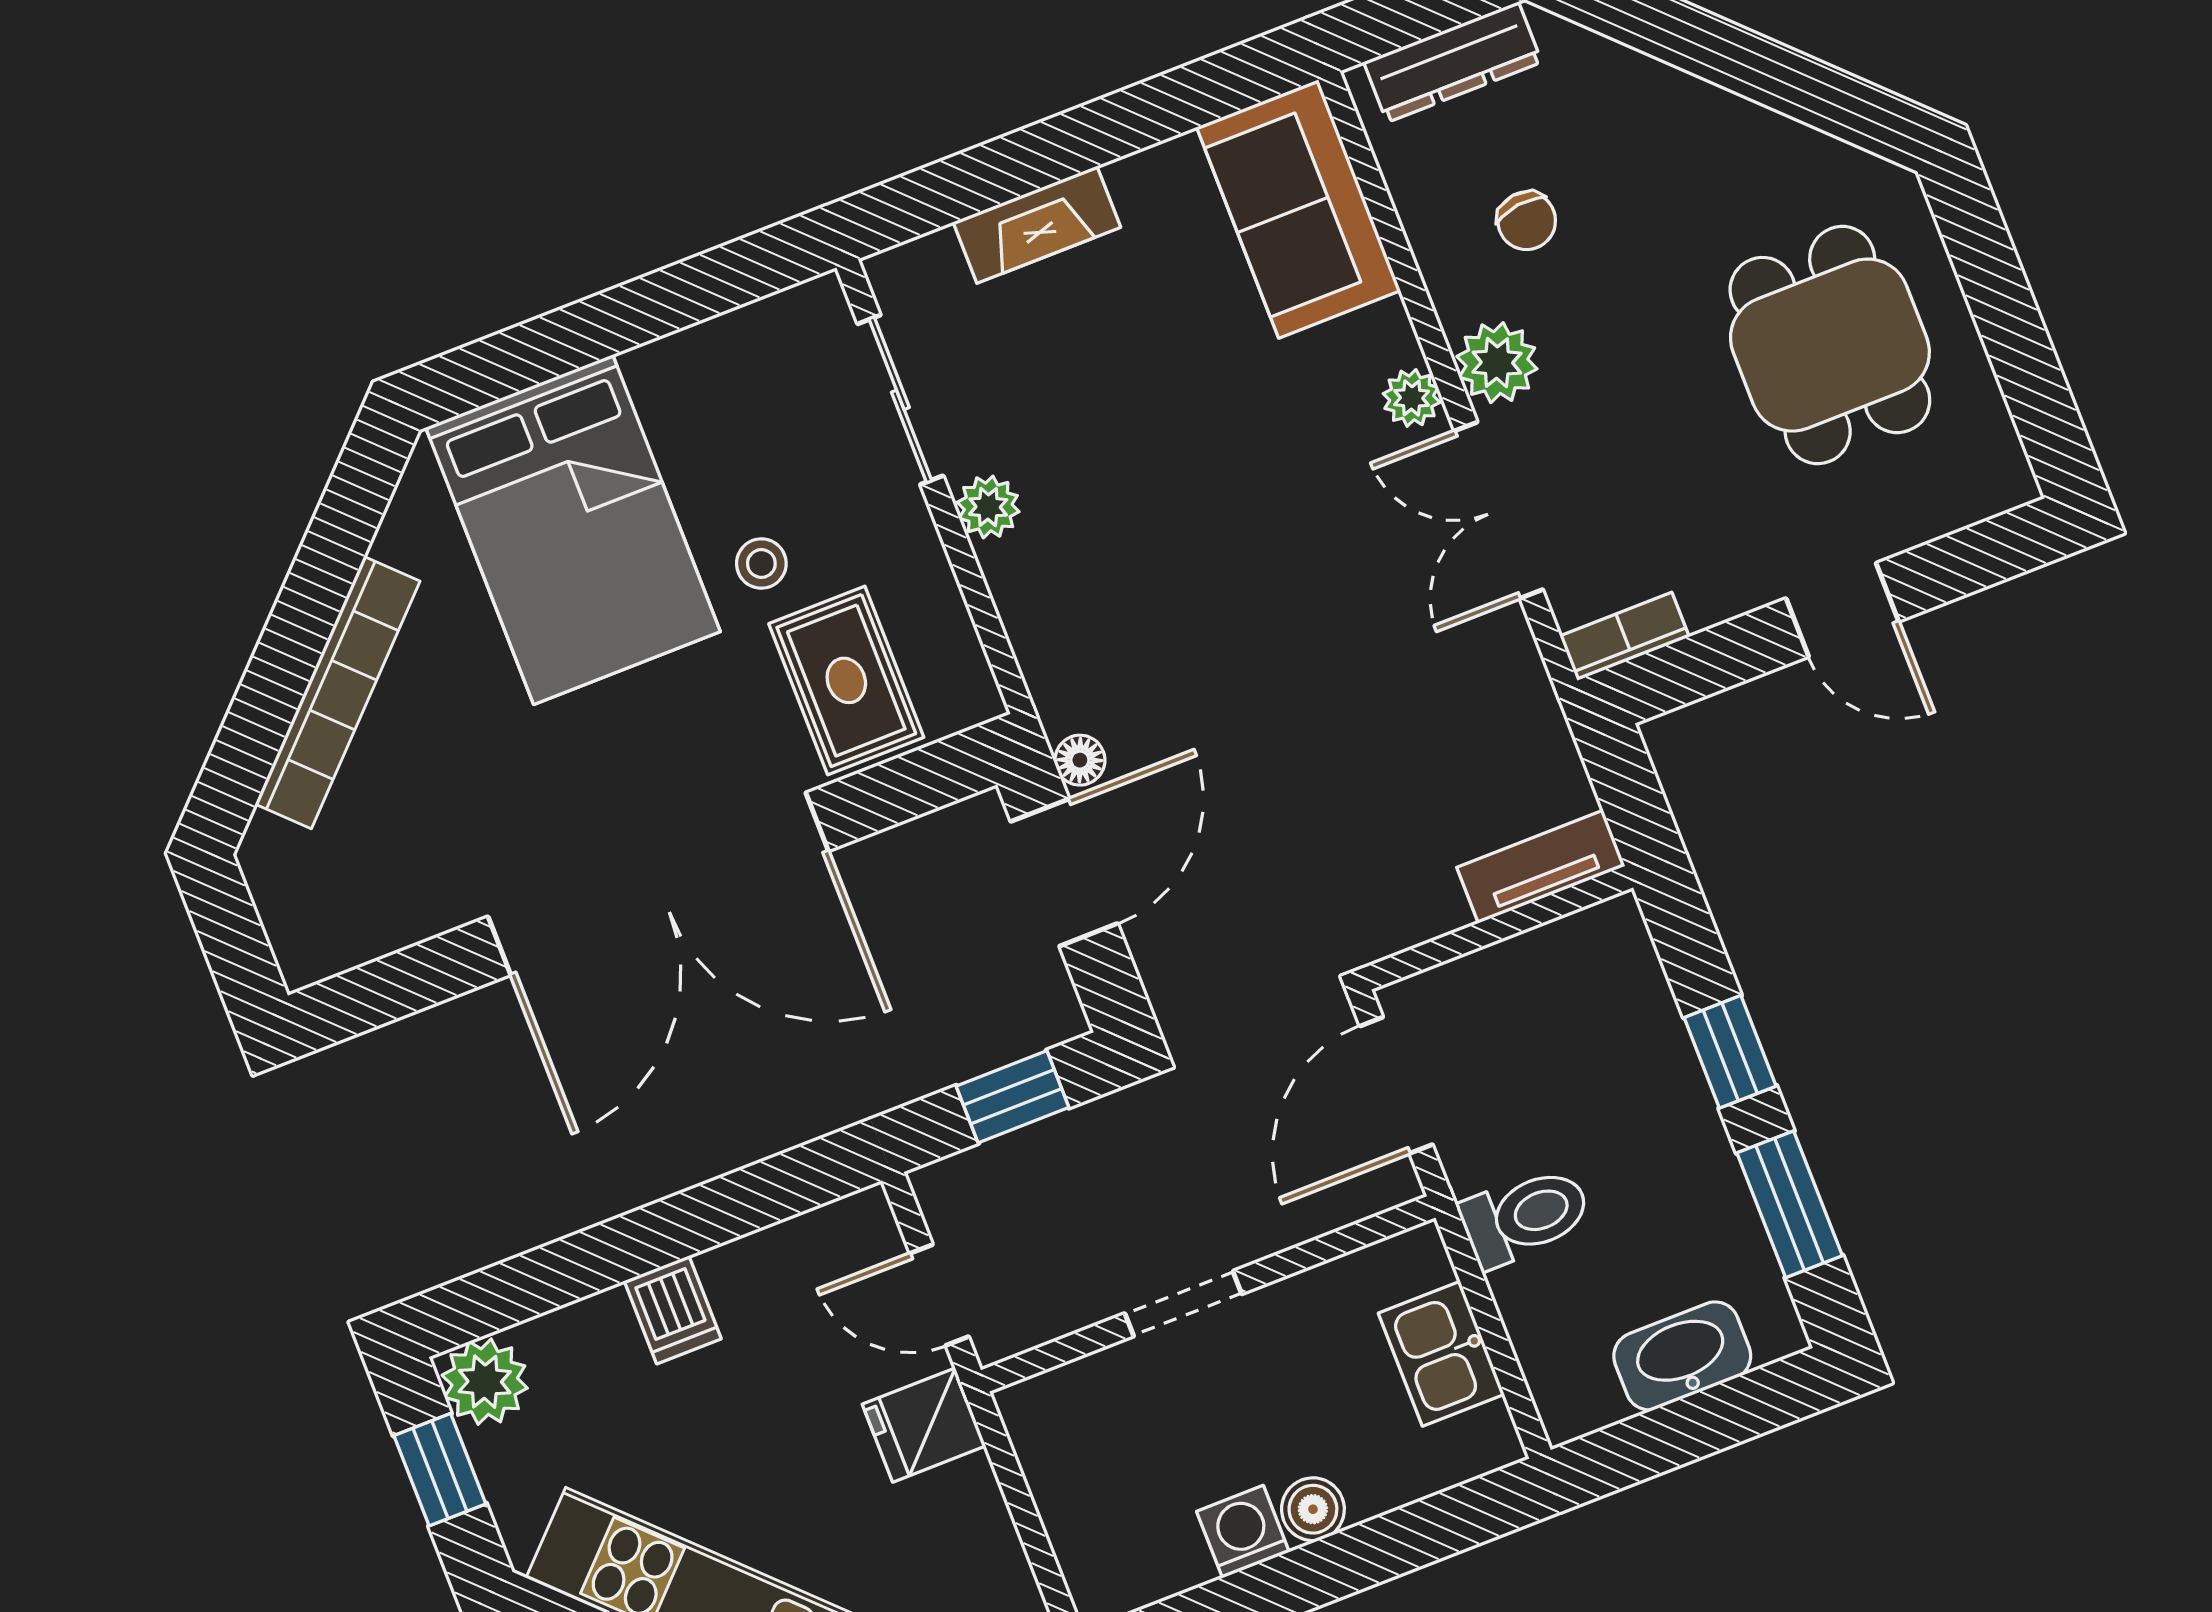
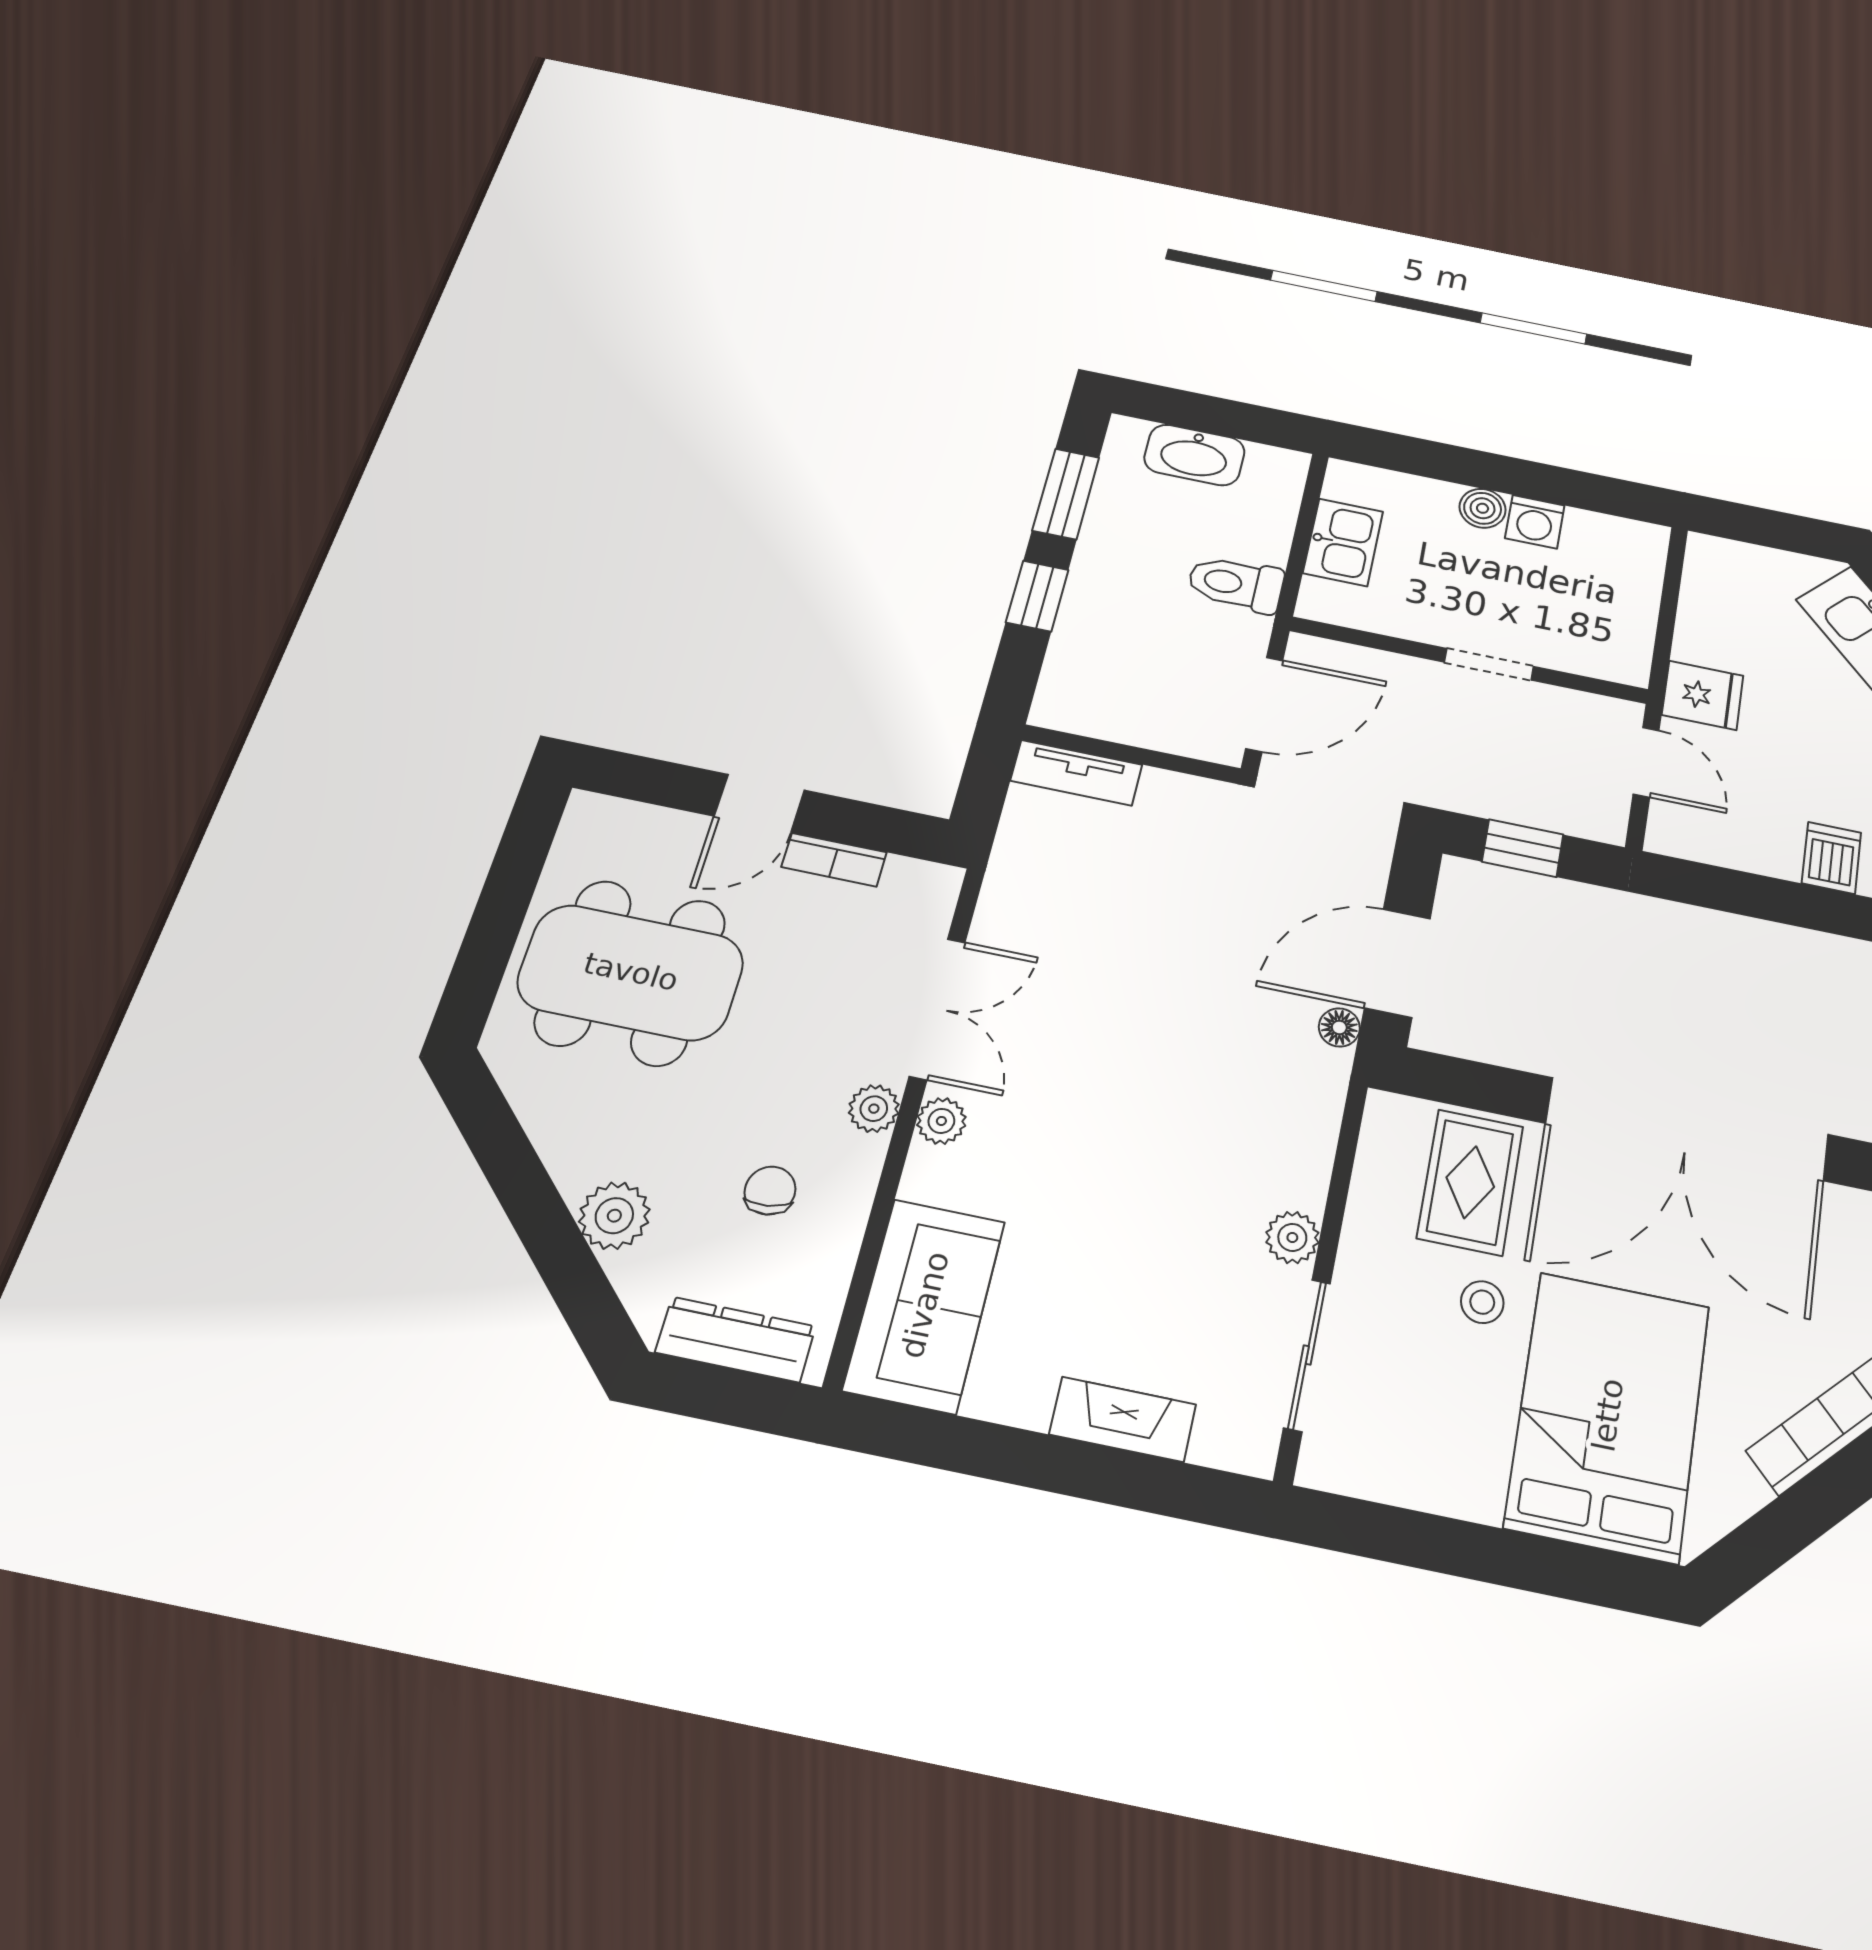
plant: (1656, 100) -> (614, 1216), added
dining table: (1830, 345) -> (631, 972), width x1.37
plant: (1497, 363) -> (874, 1109), width x0.73, depth x0.73
door: (1842, 610) -> (759, 803), swing flipped
bookcase: (1625, 636) -> (834, 860), moved
double door: (658, 884) -> (1687, 1129), swing flipped

